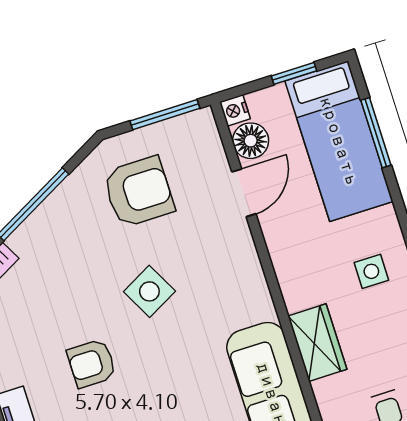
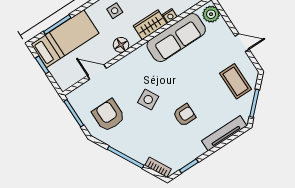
nightstand: (235, 110) -> (170, 16), moved
floor lamp: (251, 141) -> (121, 45), moved
armchair: (92, 363) -> (184, 115), turned -90

